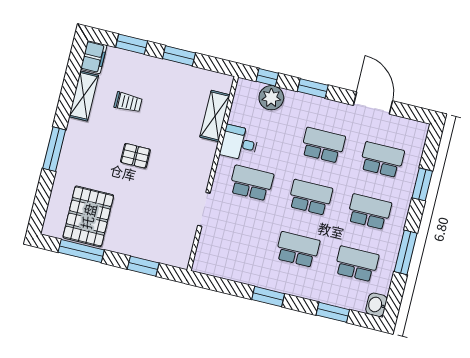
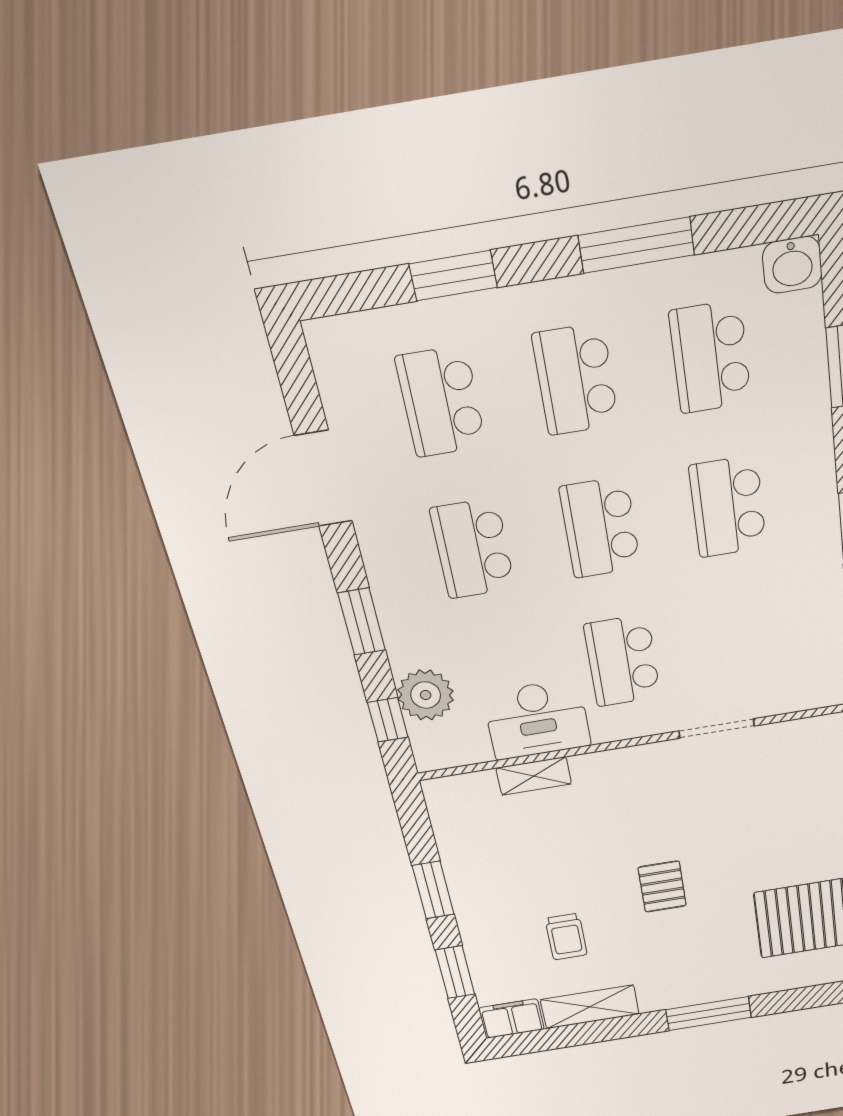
trolley: (128, 102) -> (566, 937), turned 180
shelving: (215, 116) -> (534, 776), width x0.67, depth x0.75
desk: (239, 143) -> (537, 720), width x1.37

